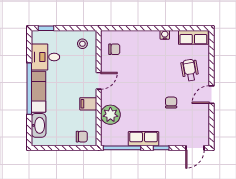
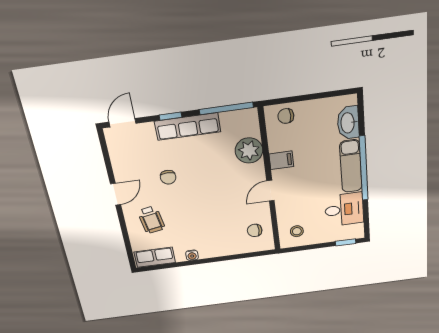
row of seats: (143, 139) -> (188, 127), width x1.48

